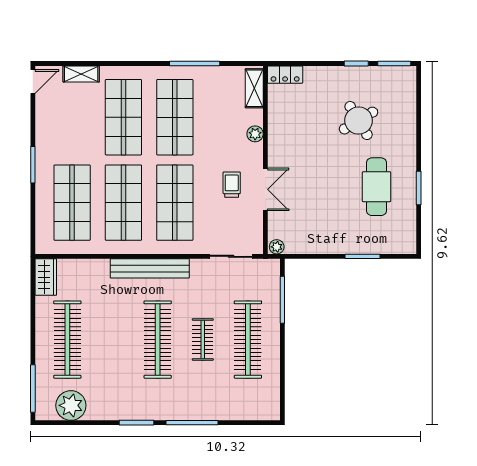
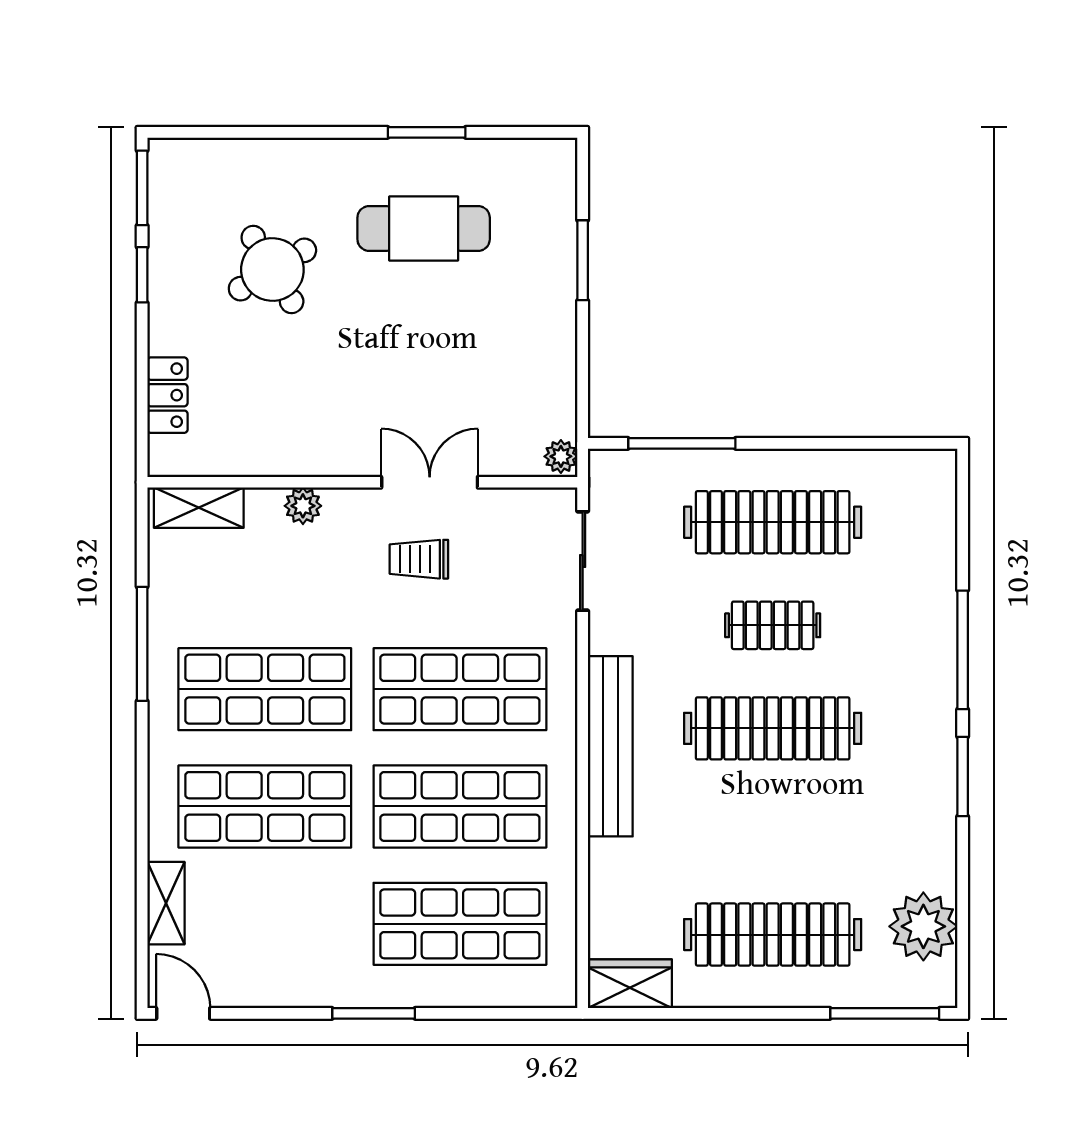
locker: (285, 75) -> (167, 395), moved

